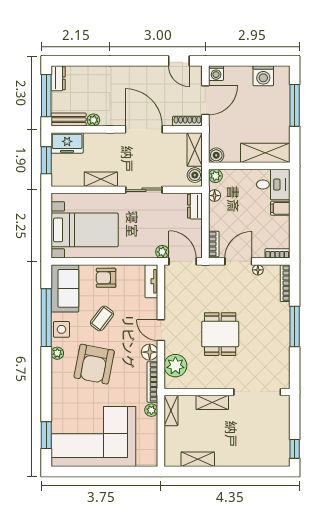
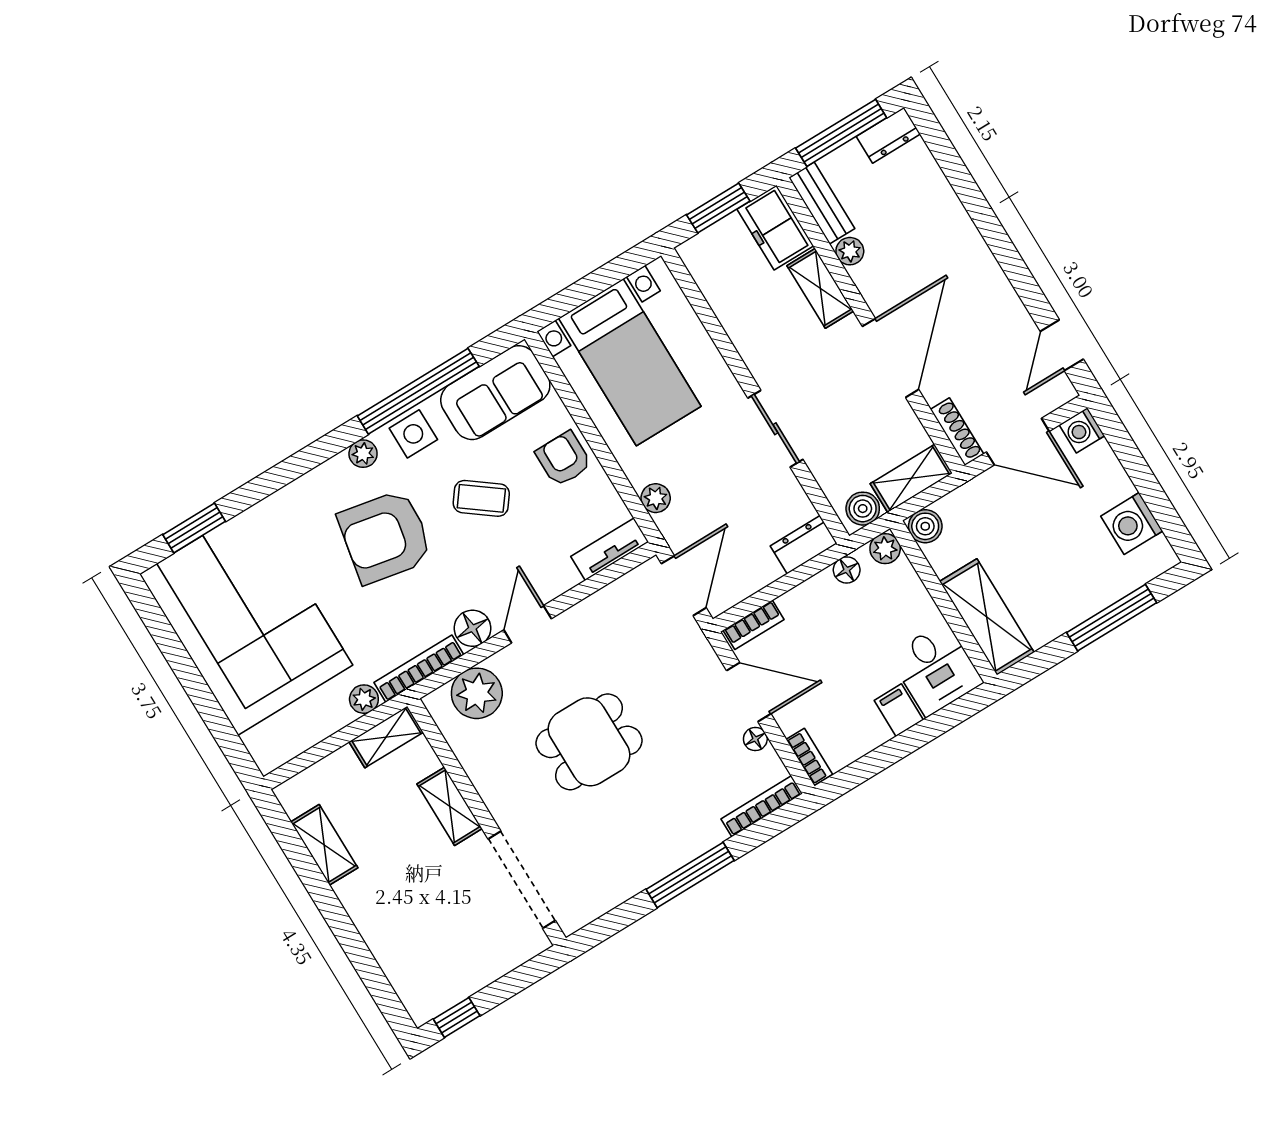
shelving: (101, 179) -> (820, 288), moved
plant: (162, 252) -> (656, 498), moved

